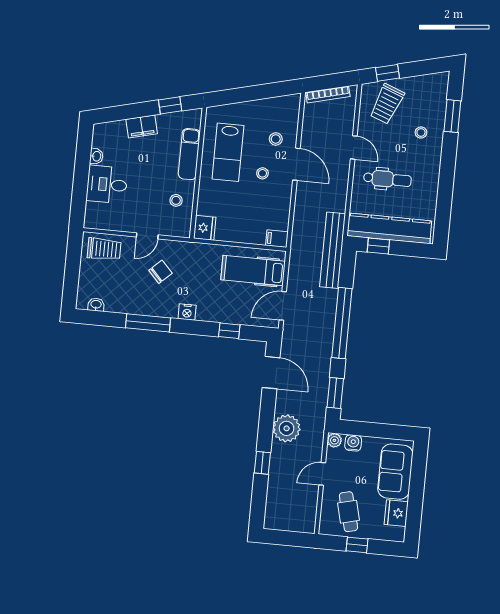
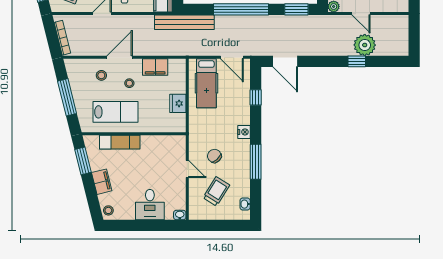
window: (252, 93) -> (67, 97), added
window: (170, 105) -> (83, 161), width x1.50
washbasin: (96, 156) -> (180, 215), moved
stool: (176, 200) -> (108, 210), moved
fridge: (205, 228) -> (178, 103), moved, turned -90
filing cabinet: (277, 239) -> (155, 67), moved, width x2.00
trolley: (104, 249) -> (216, 191), moved, turned 32
door: (271, 373) -> (285, 61), swing flipped
plant: (287, 428) -> (365, 45), moved

